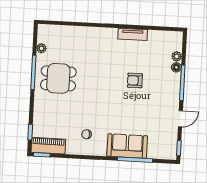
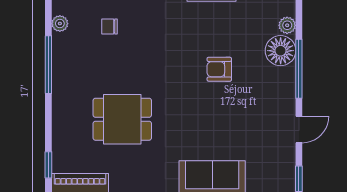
floor lamp: (176, 67) -> (281, 51), width x1.89, depth x1.89
dining table: (58, 78) -> (122, 119), moved
chair: (87, 134) -> (110, 26), moved

